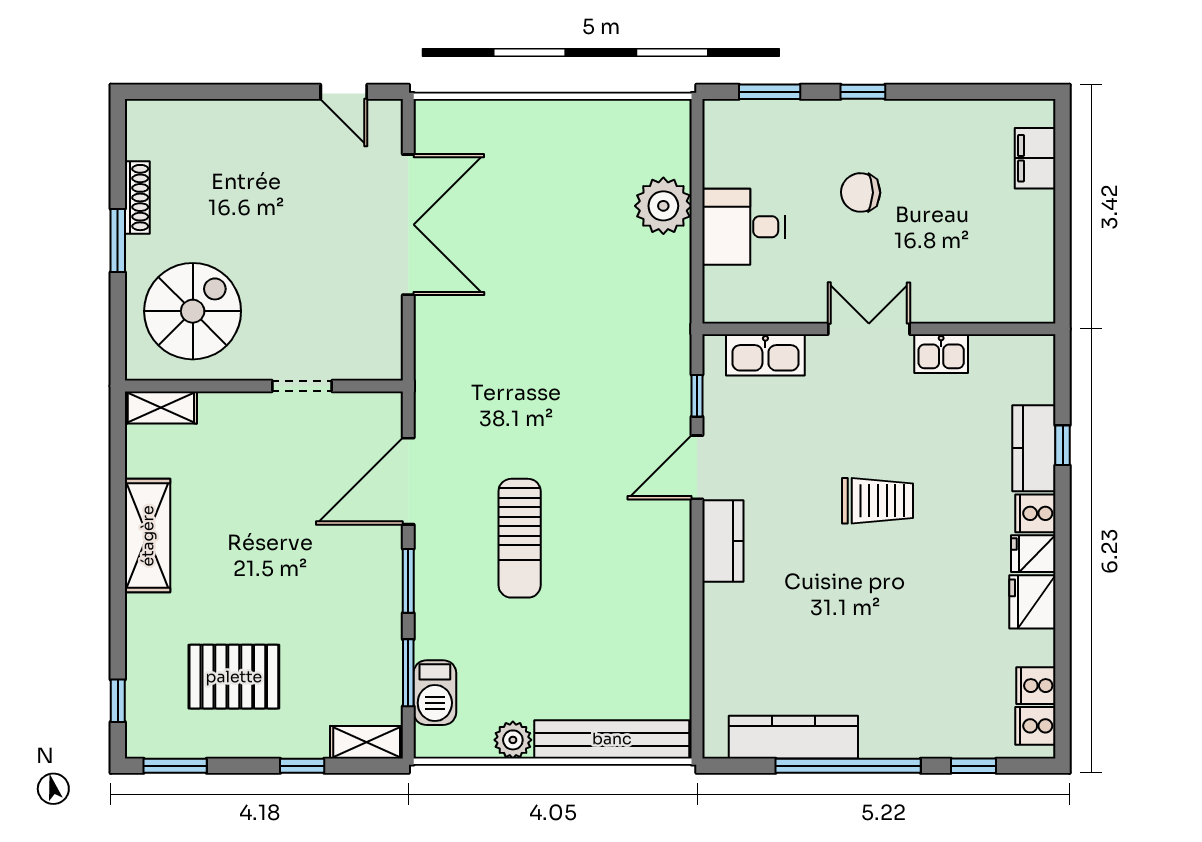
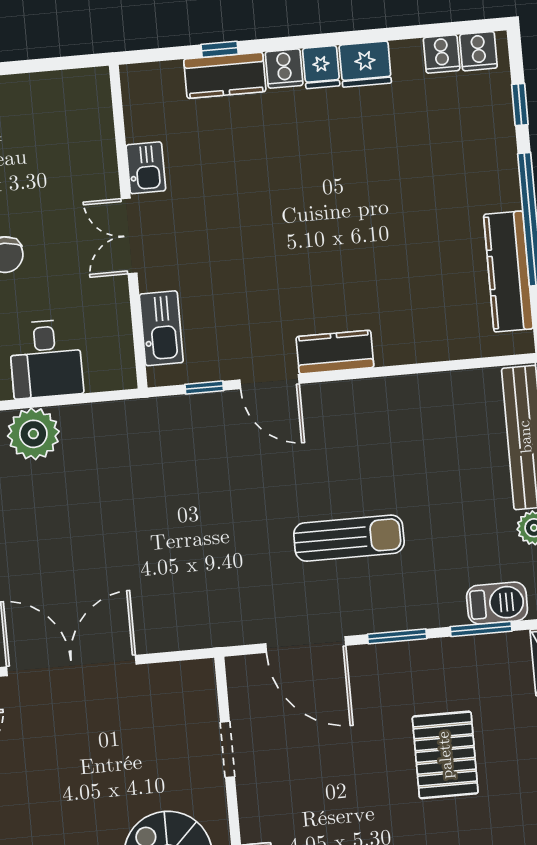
trolley: (877, 501) -> (285, 214), removed
pallet: (234, 677) -> (445, 755), moved

